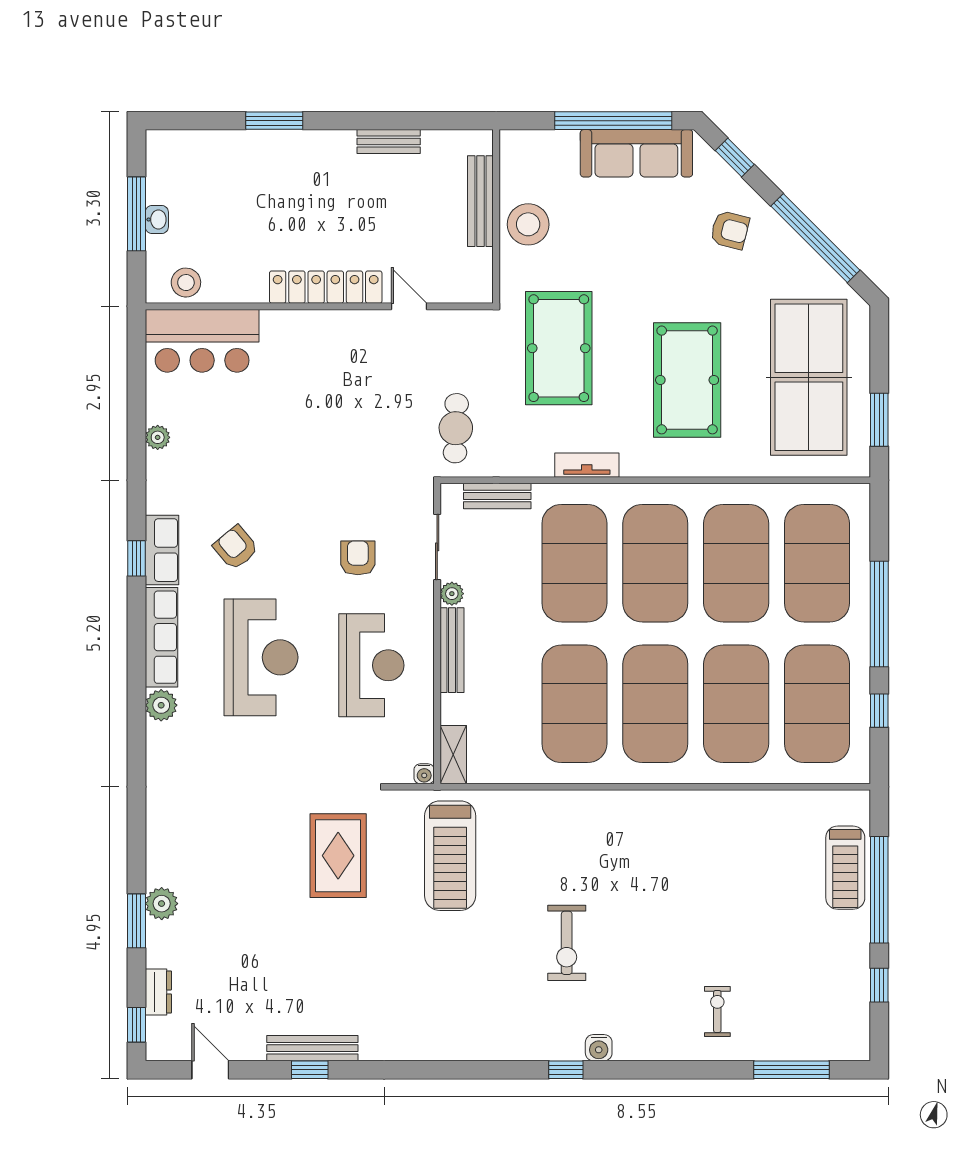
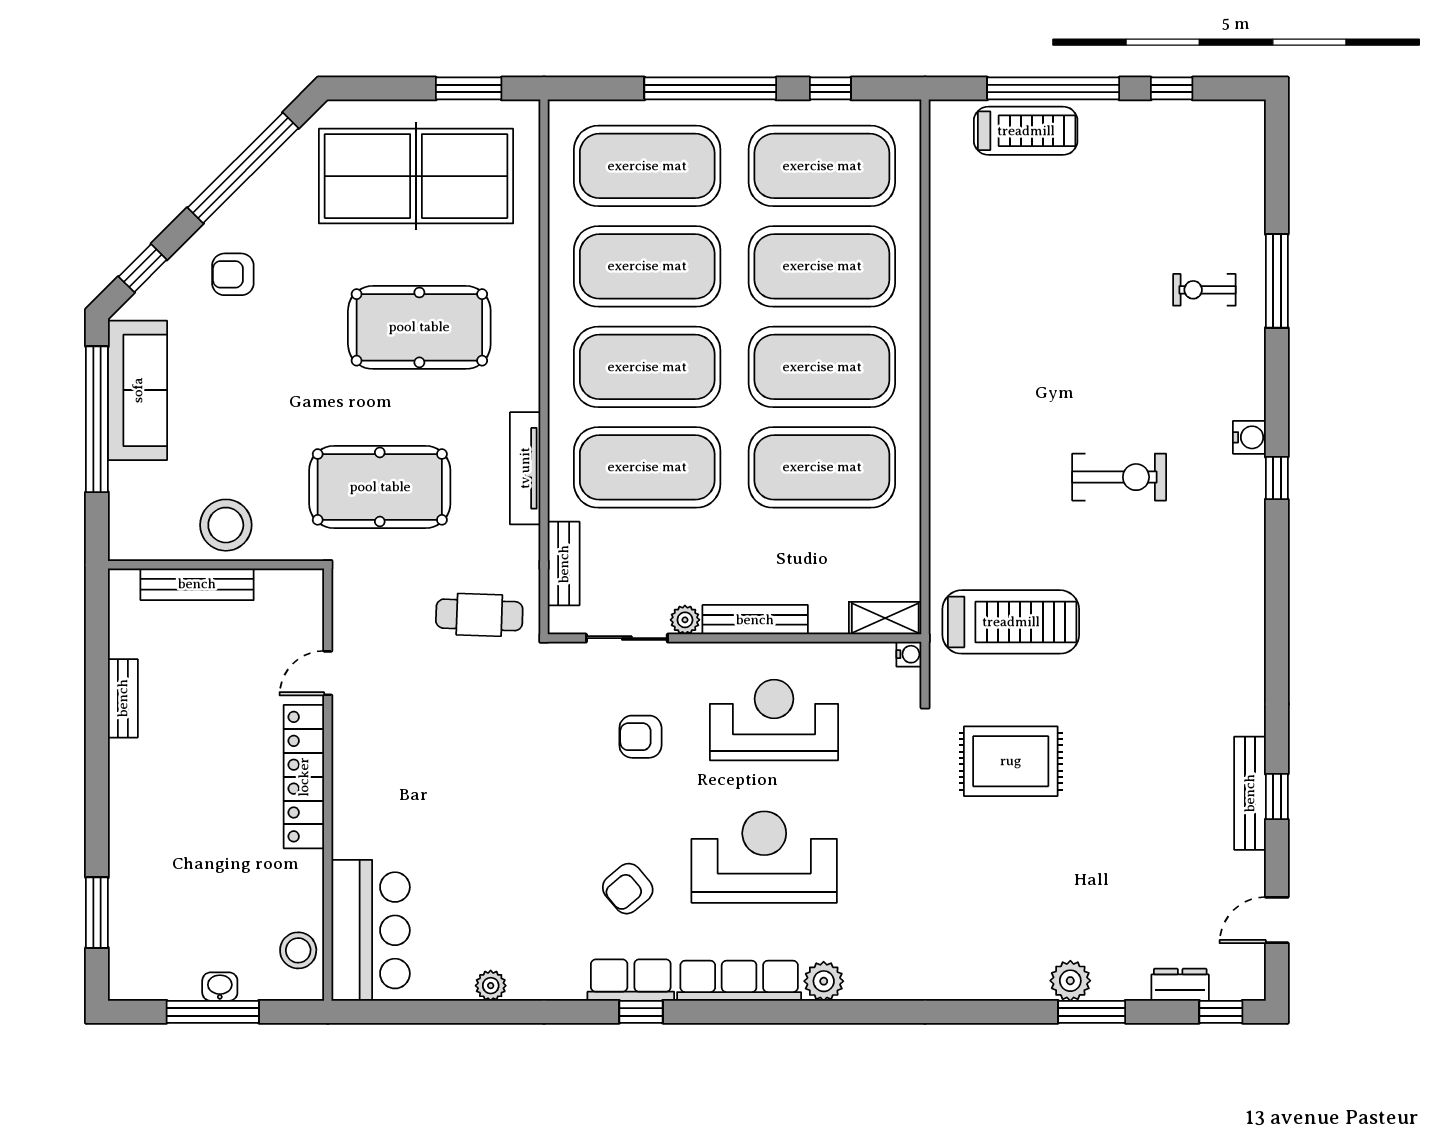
window: (274, 121) -> (97, 913), moved
armchair: (730, 230) -> (233, 274), turned -104
tv unit: (587, 465) -> (525, 468), width x1.41
window: (791, 1070) -> (1277, 281), moved

